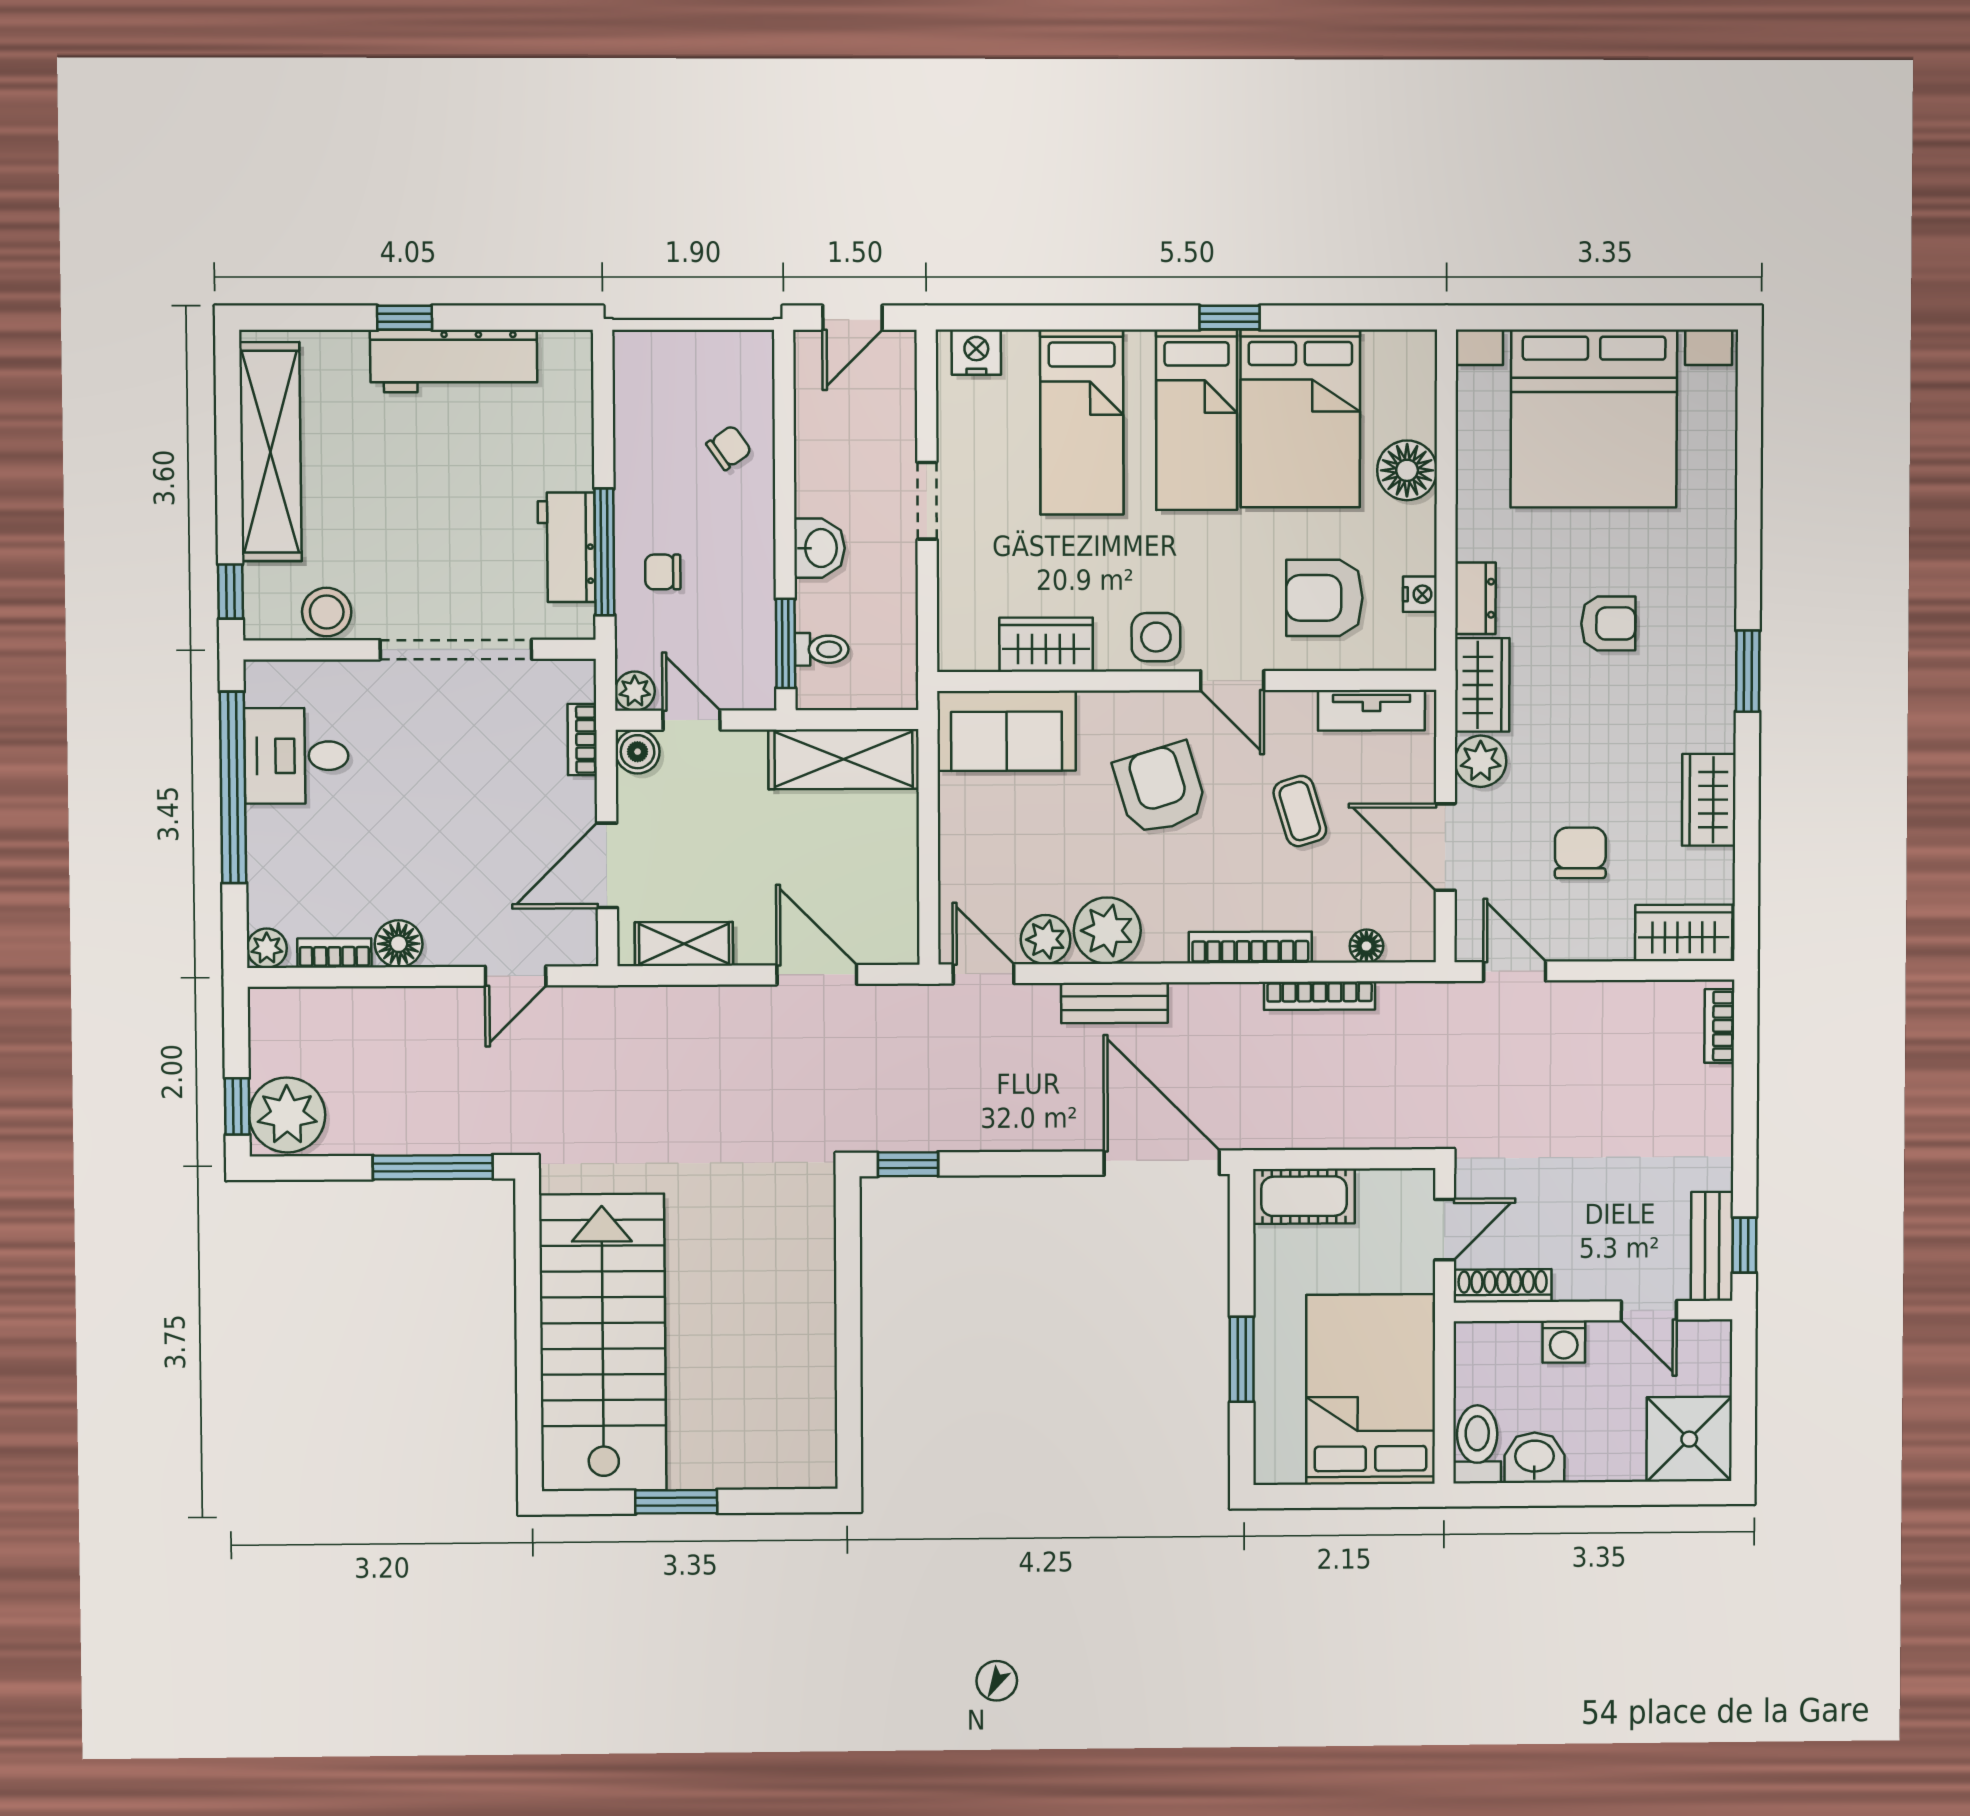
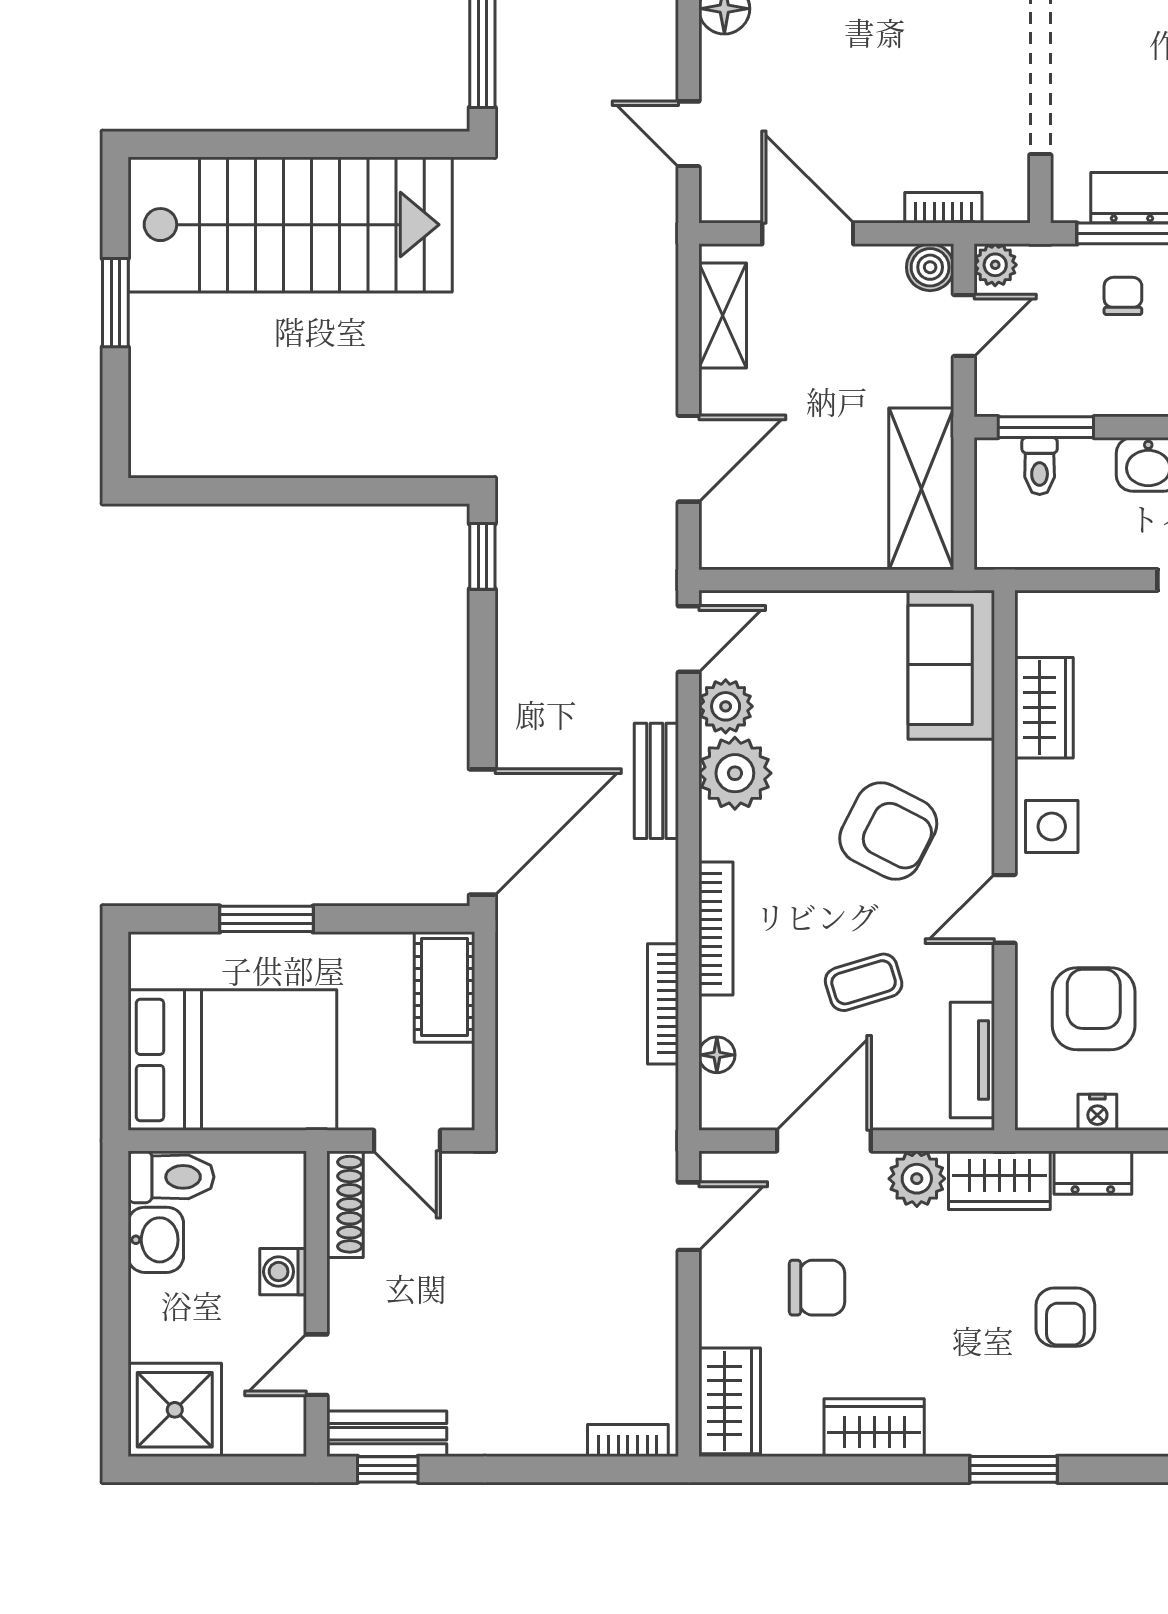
armchair: (1160, 789) -> (888, 831), turned 44

